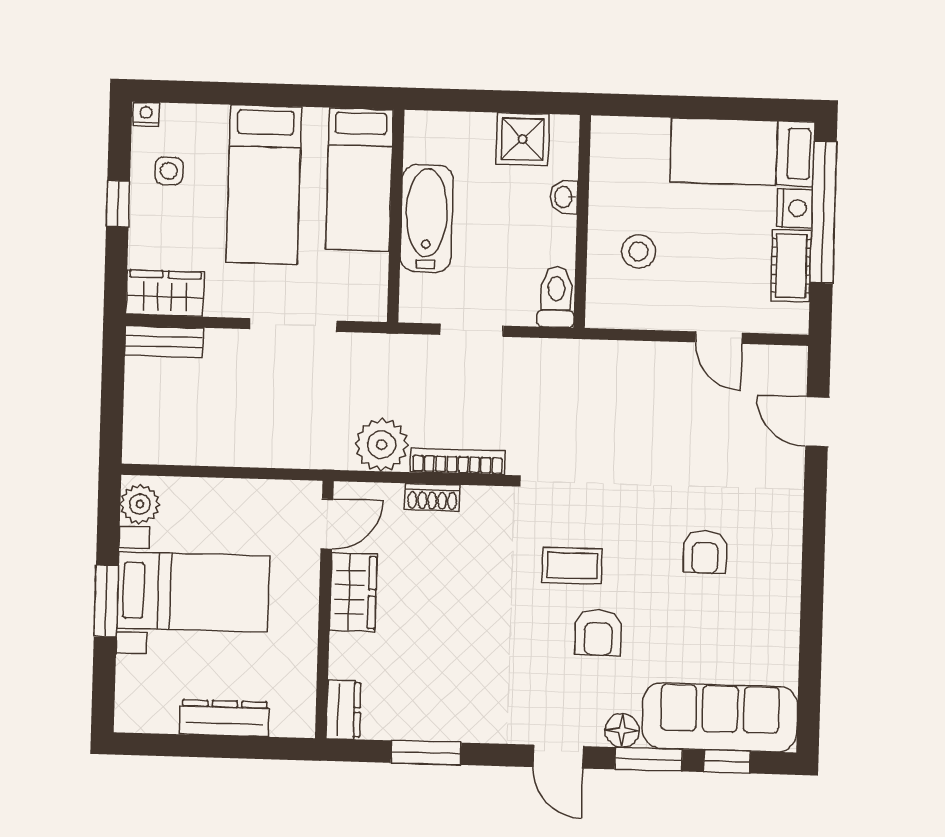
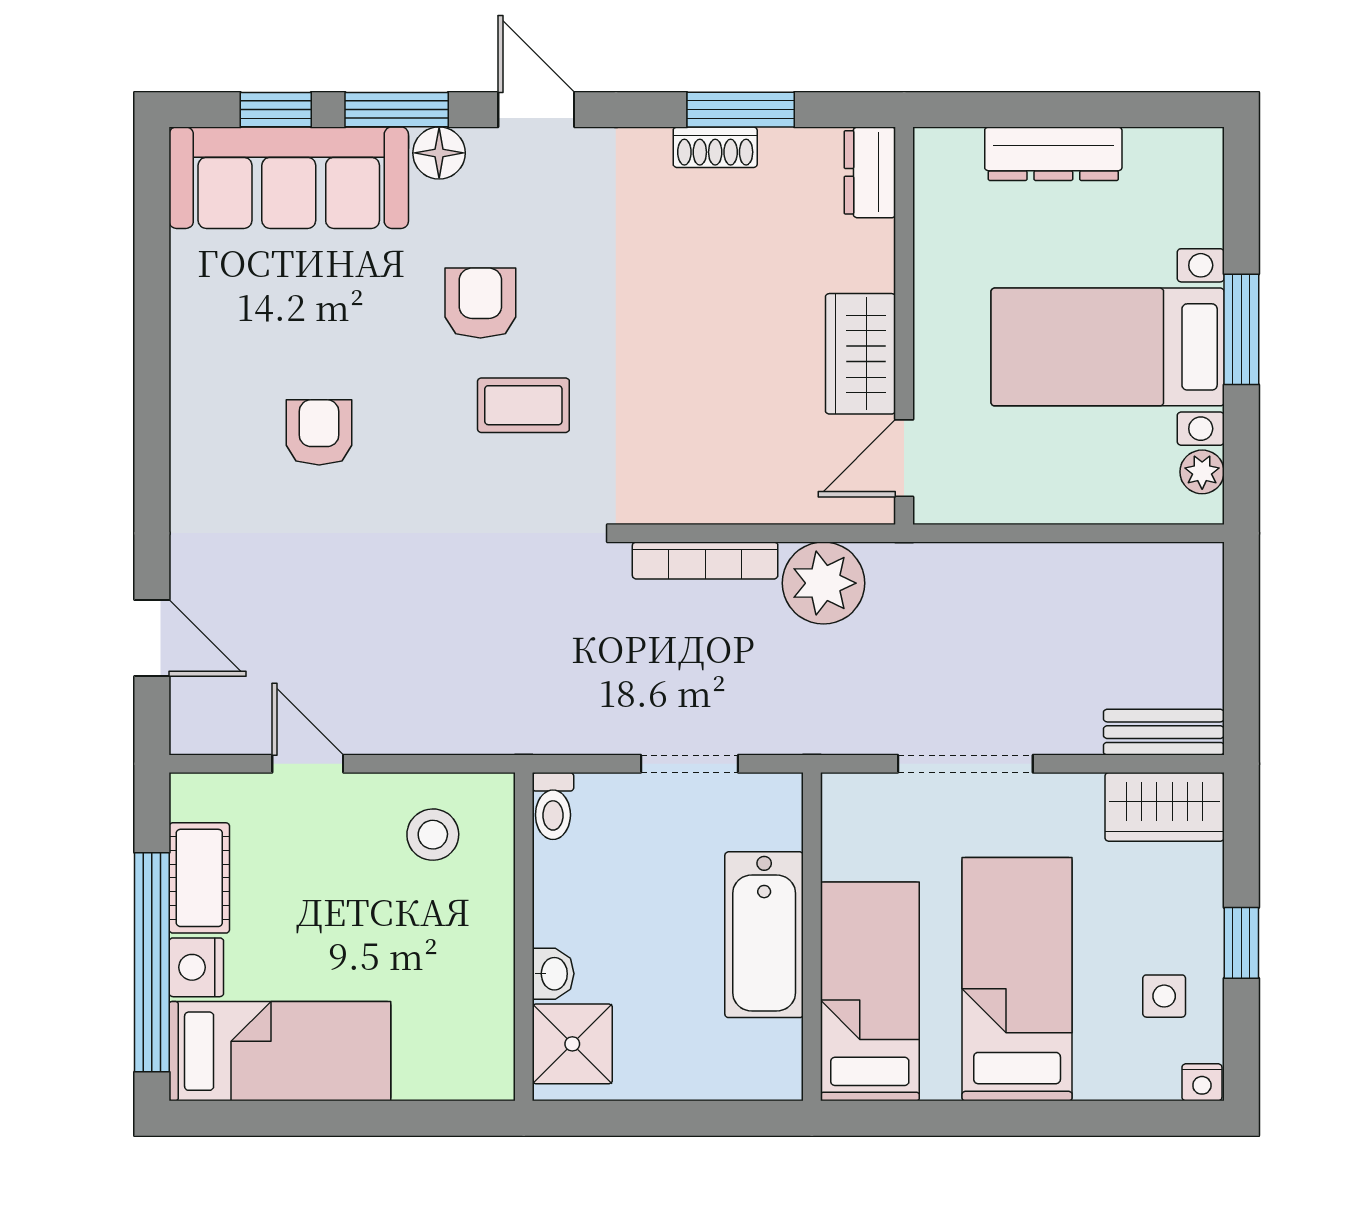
shower: (522, 139) -> (572, 1044), moved
stool: (639, 251) -> (433, 835), moved
toilet: (556, 297) -> (553, 806), width x0.73, depth x0.72
shoe rack: (432, 497) -> (715, 147), moved, turned 180
plant: (140, 504) -> (1202, 472), width x0.73, depth x0.73

